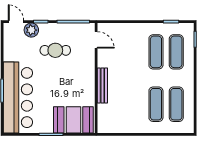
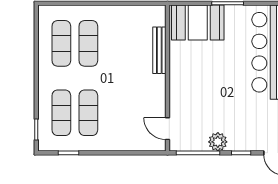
plant: (31, 30) -> (218, 142), moved
cafe table: (55, 50) -> (222, 115), removed
bench: (102, 85) -> (159, 50), moved

